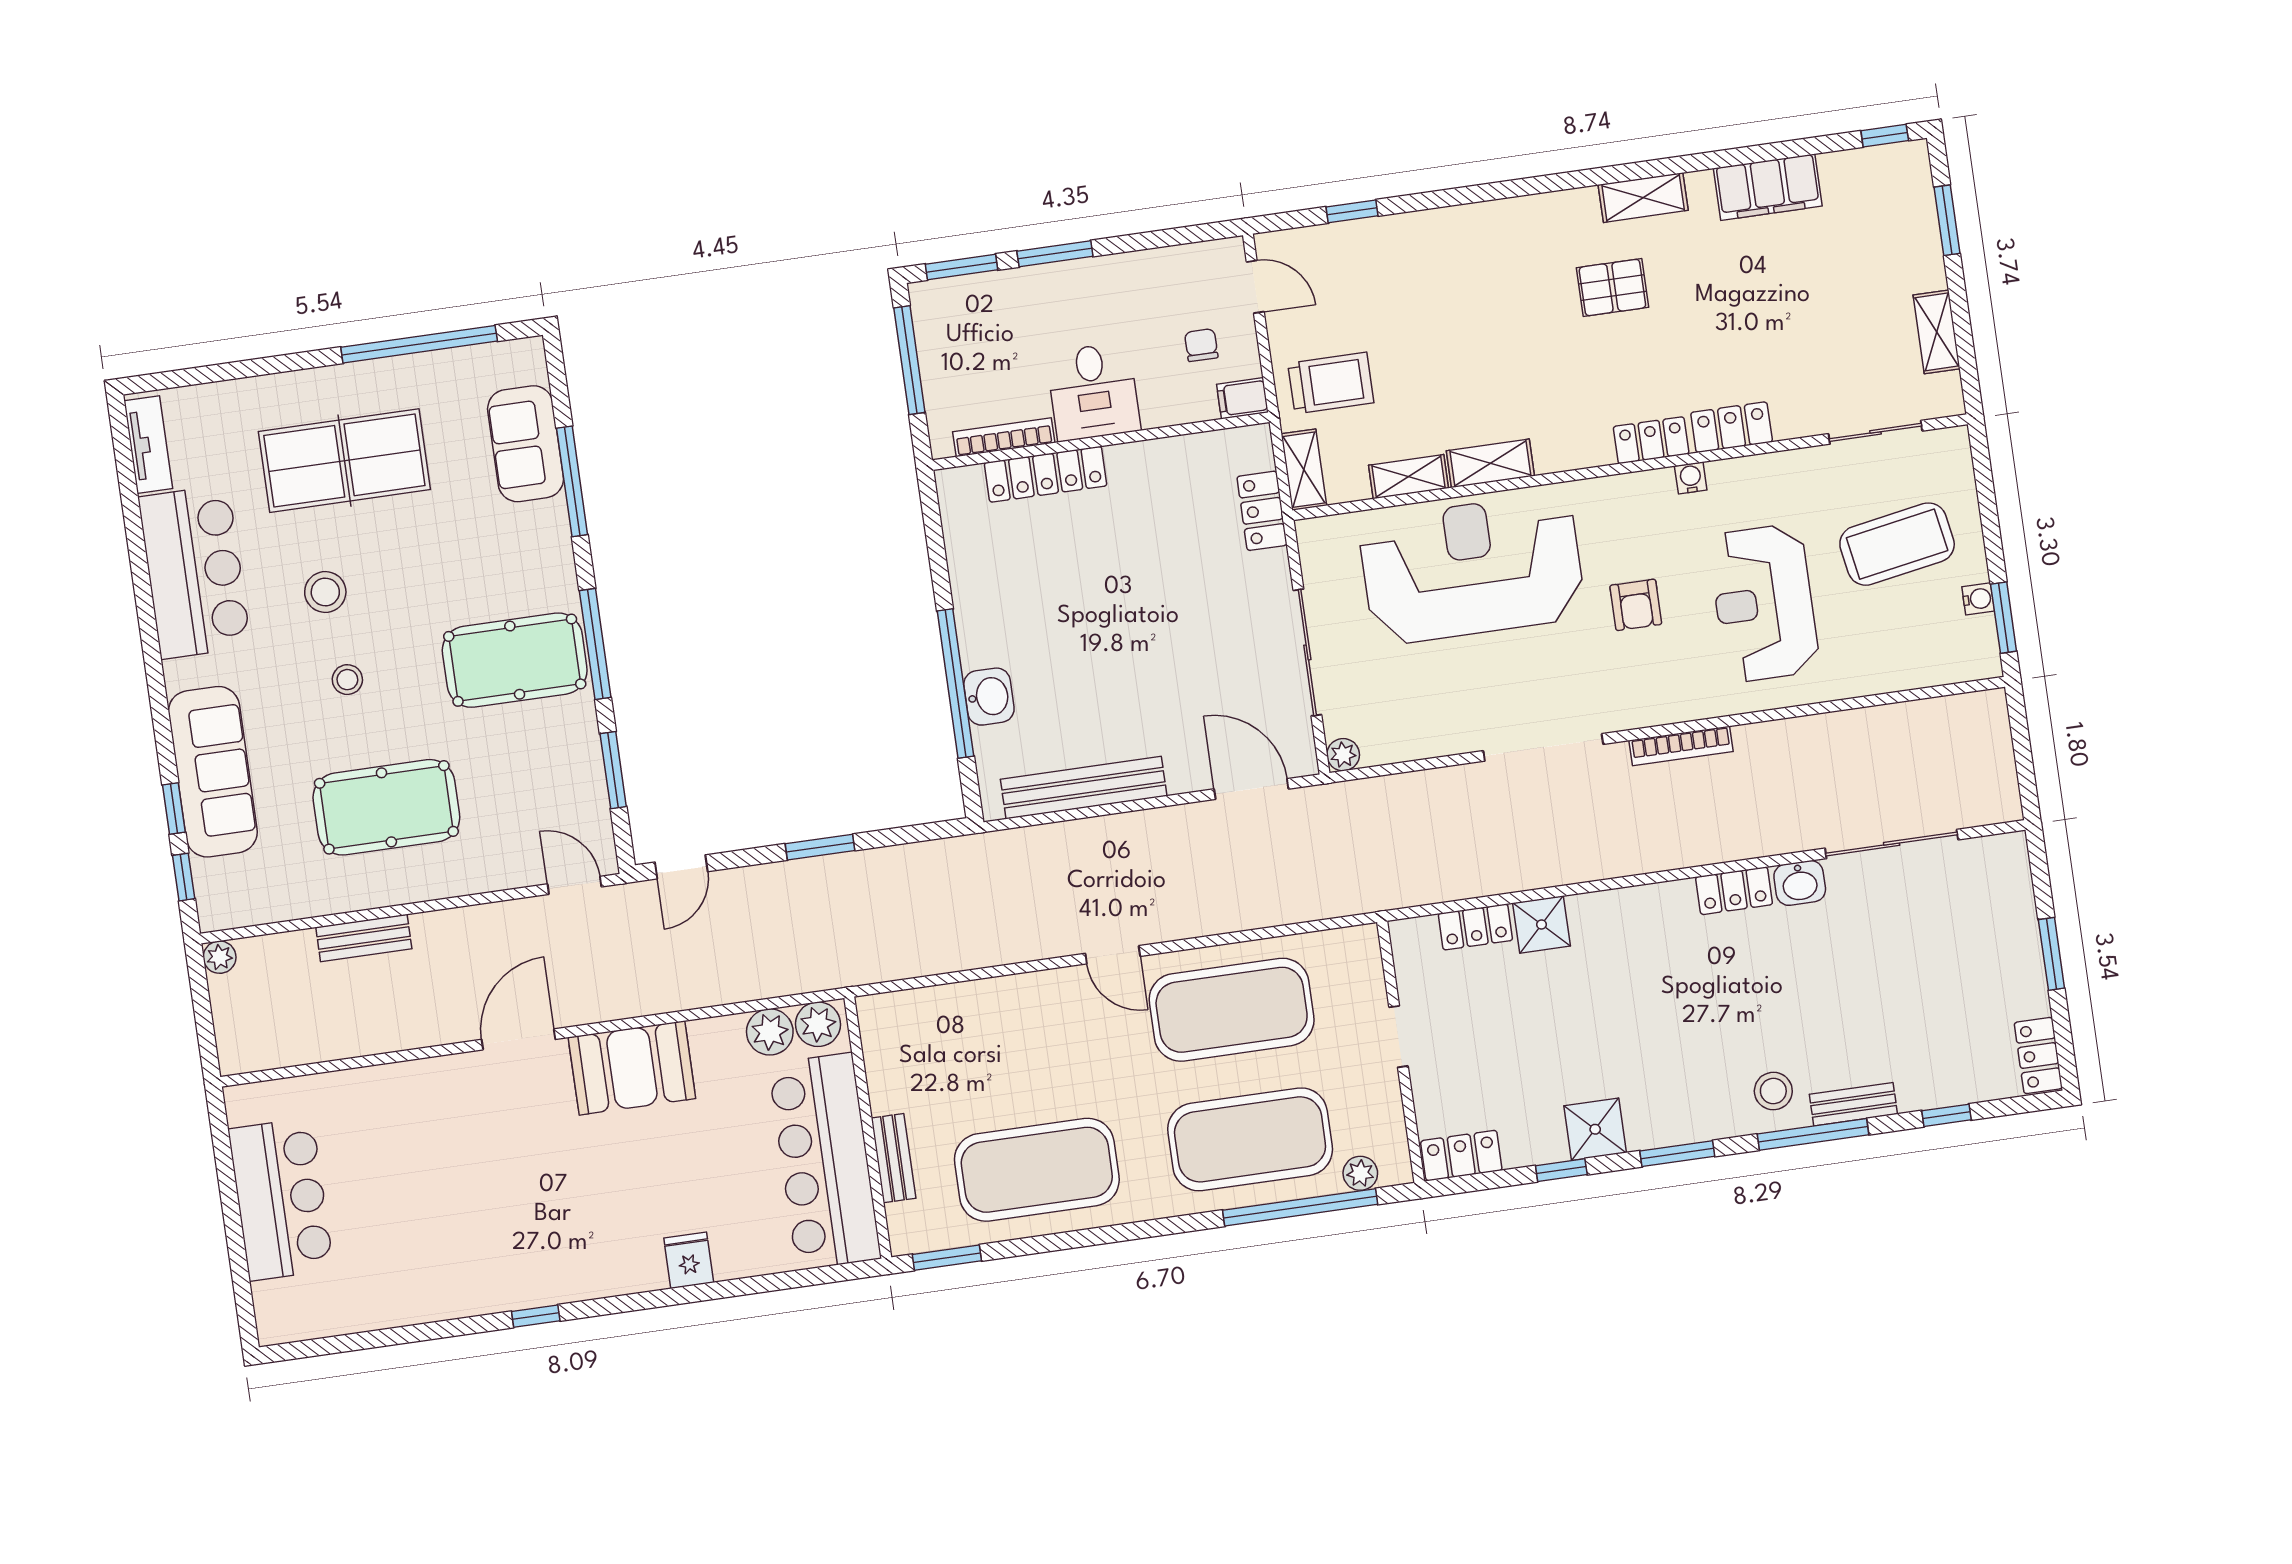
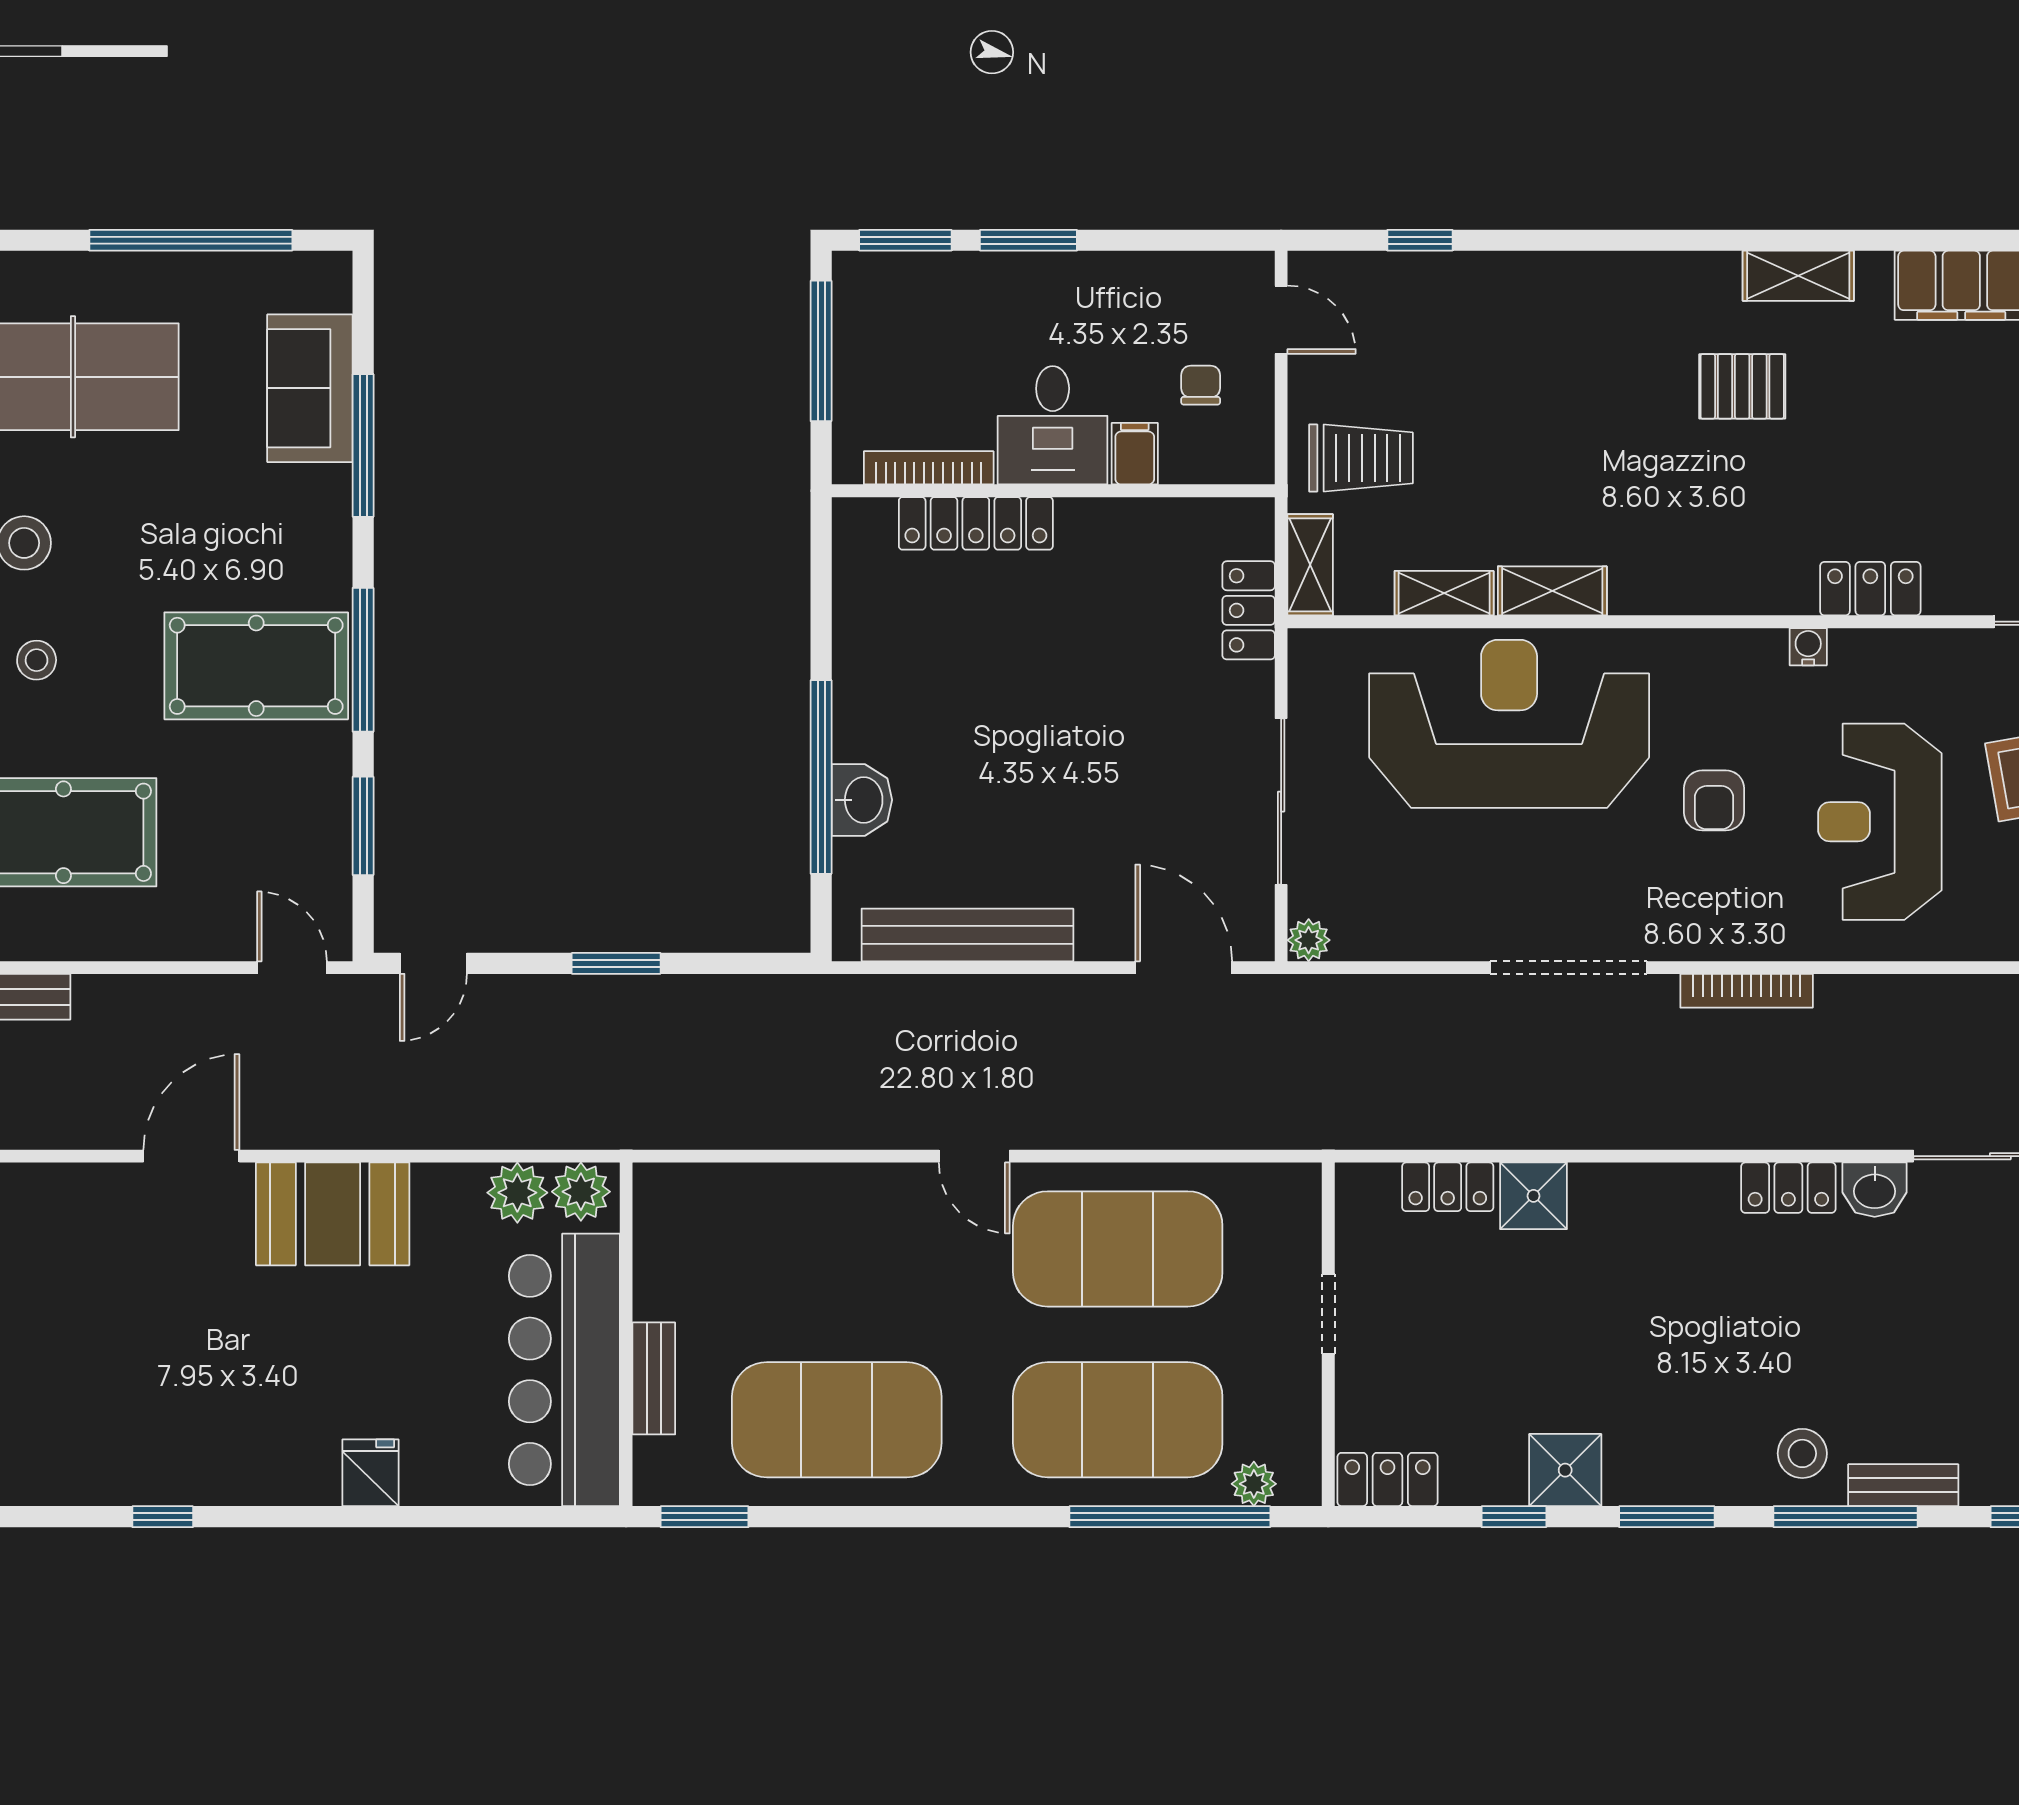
filing cabinet: (1242, 398) -> (1135, 454), moved, turned 90
locker: (1651, 440) -> (1764, 591), removed

